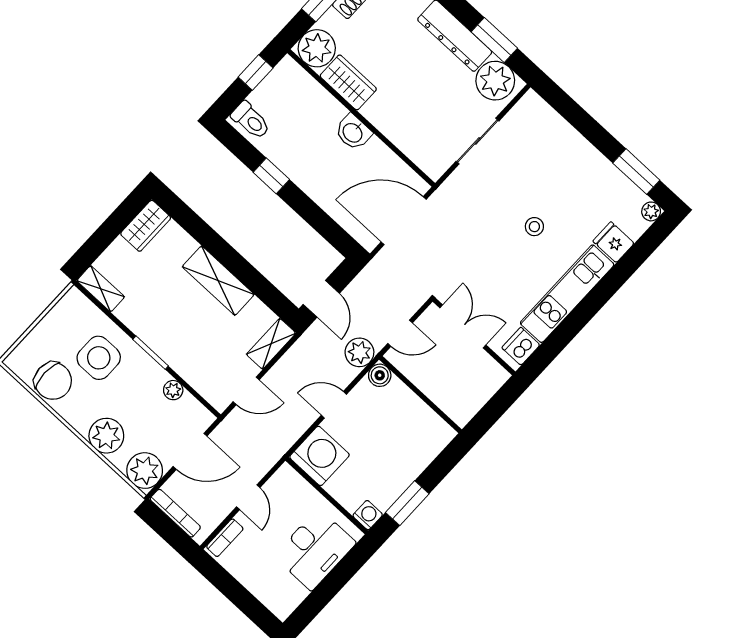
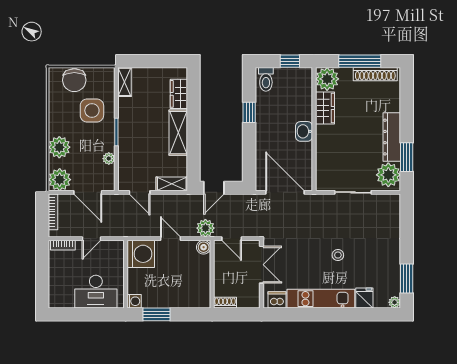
wardrobe: (146, 226) -> (179, 94), moved, turned 90
chair: (53, 381) -> (74, 80), moved
shoe rack: (468, 410) -> (225, 303), added

